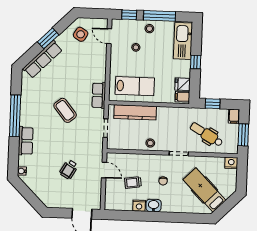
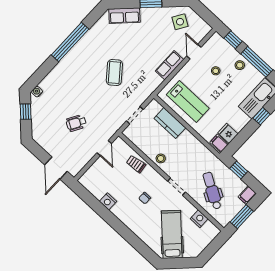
door: (109, 36) -> (194, 52), moved
row of seats: (43, 59) -> (124, 16), width x0.68
window: (196, 62) -> (262, 116), moved
row of seats: (99, 95) -> (170, 65), moved
kitchen counter: (135, 112) -> (170, 123), width x0.67
row of seats: (26, 141) -> (61, 70), removed
nightstand: (231, 163) -> (199, 219), moved
trolley: (133, 183) -> (136, 164), moved
window: (26, 192) -> (26, 112), added
washbasin: (154, 205) -> (120, 211), removed

